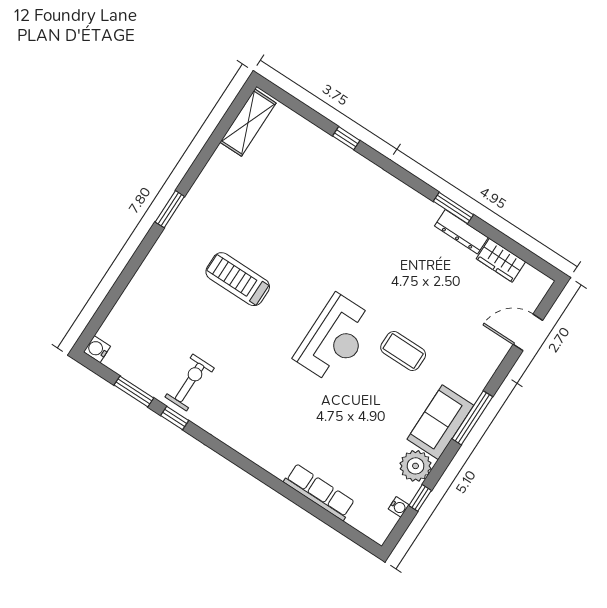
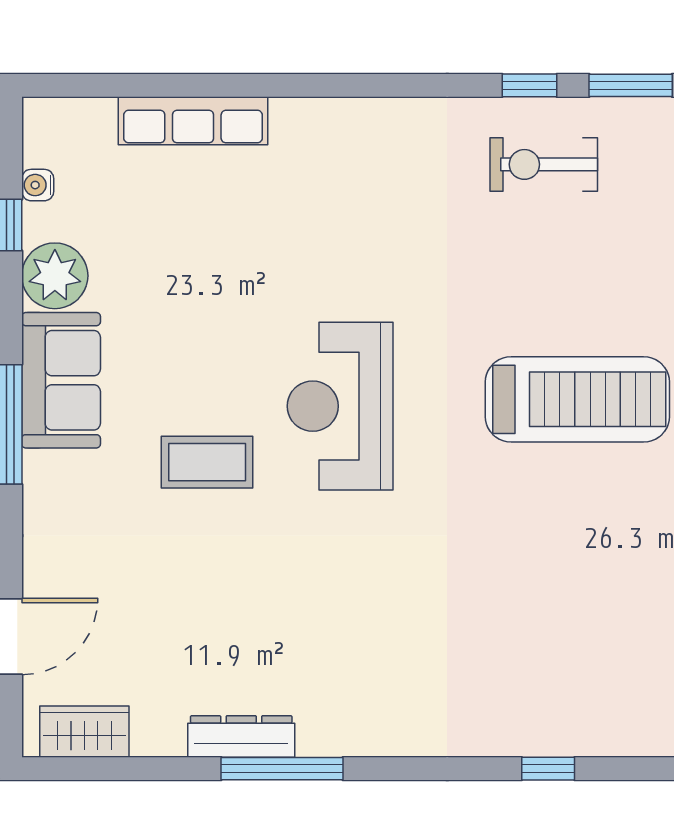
window: (453, 208) -> (282, 769), width x1.44
wardrobe: (501, 260) -> (84, 732), moved
treadmill: (238, 279) -> (577, 399), width x1.37, depth x1.38
exercise bike: (190, 382) -> (544, 164), turned 90

